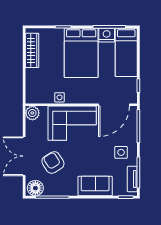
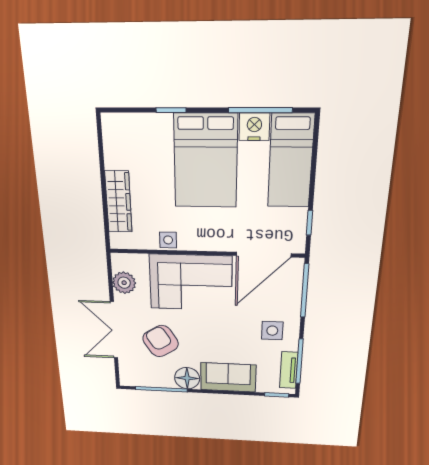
wardrobe: (32, 50) -> (118, 202), moved
plant: (32, 113) -> (124, 283), moved
floor lamp: (35, 188) -> (187, 378), moved

